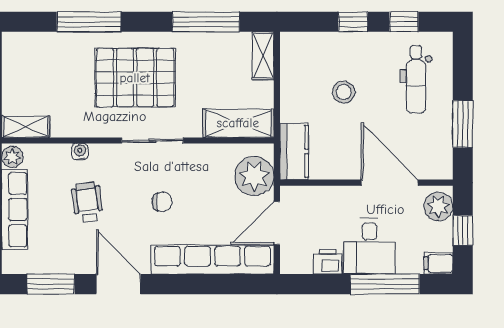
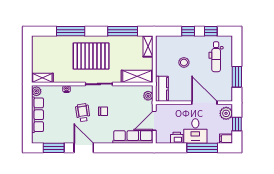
plant: (254, 176) -> (148, 96), width x0.53, depth x0.53
wheelchair: (87, 203) -> (83, 113), moved
row of seats: (212, 260) -> (133, 137), width x0.73

